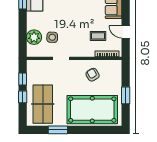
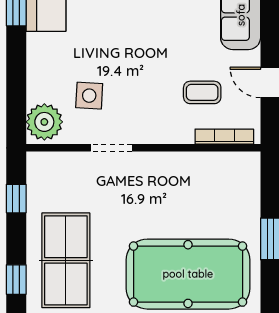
plant: (34, 37) -> (44, 122), moved
armchair: (93, 75) -> (189, 188), removed
window: (23, 97) -> (16, 280), moved

